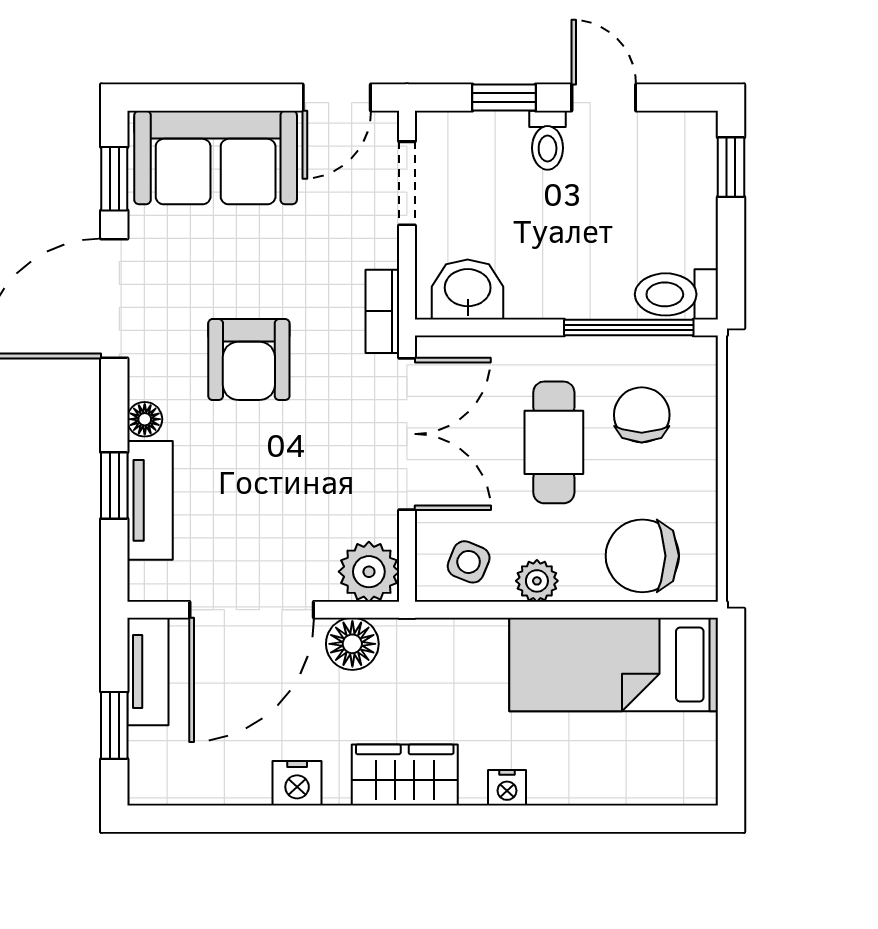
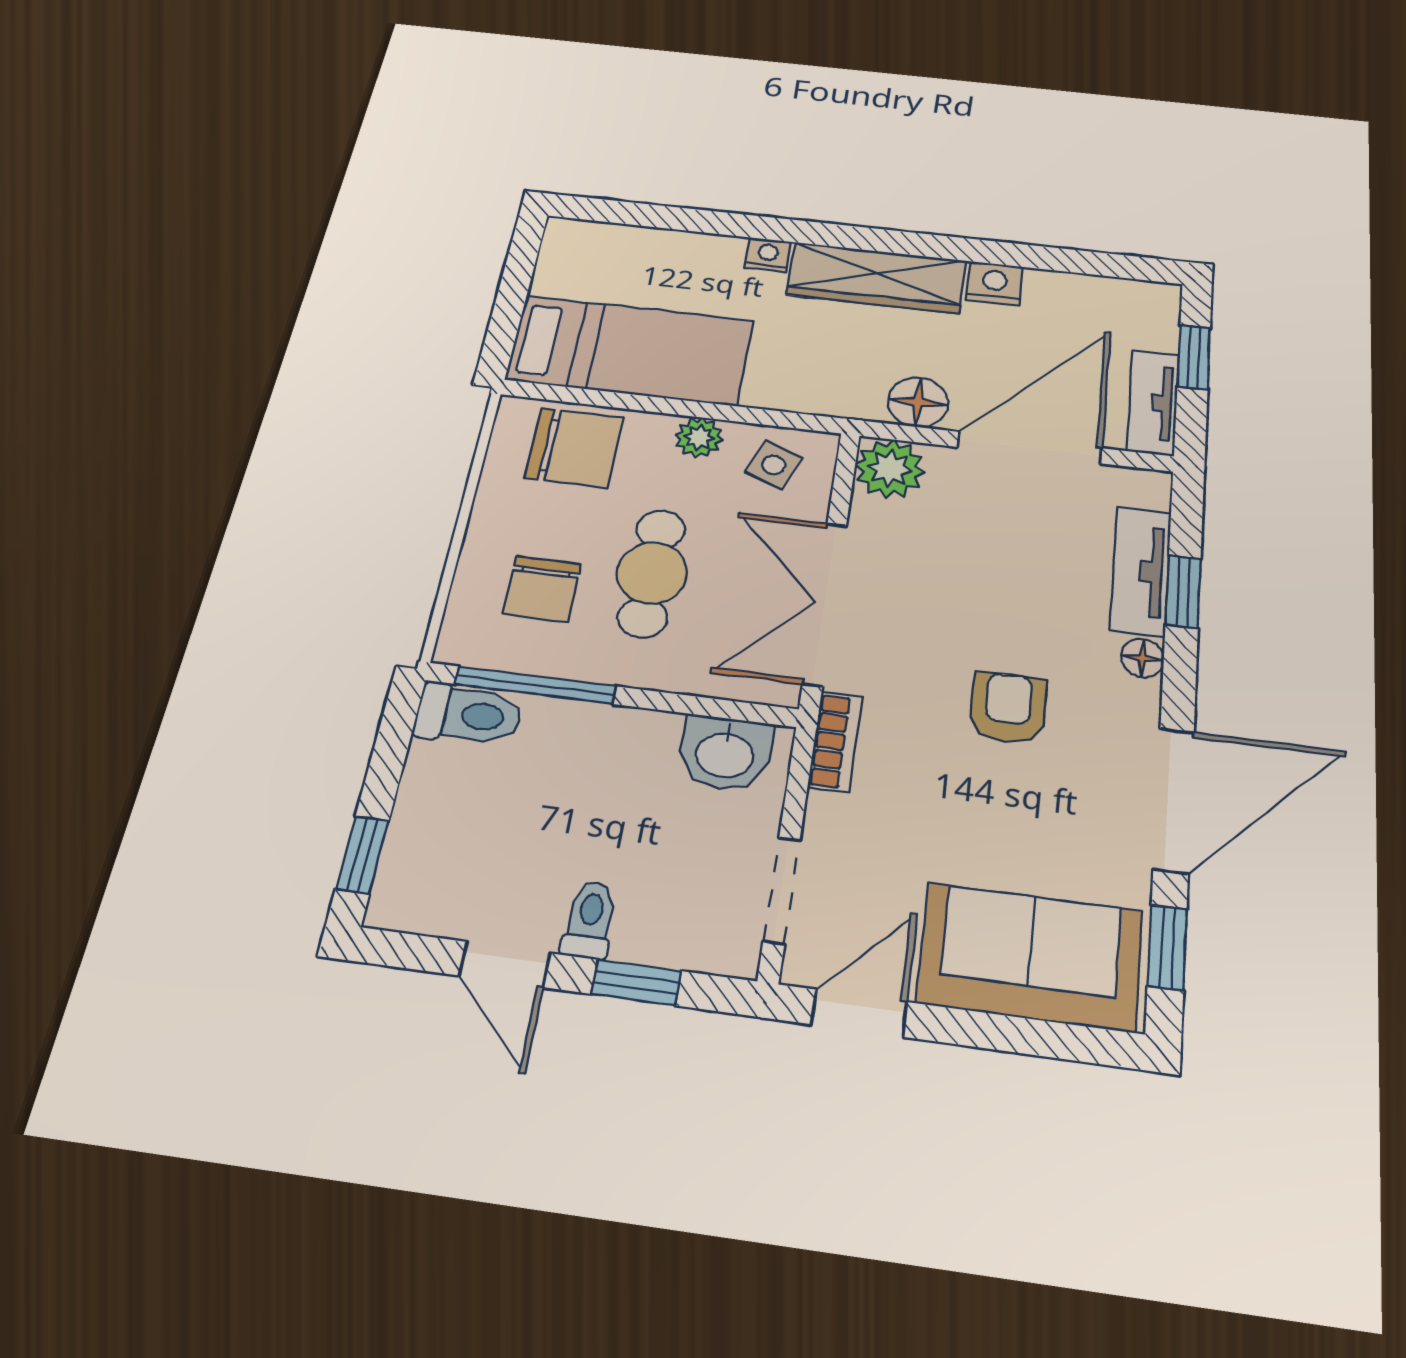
armchair: (249, 360) -> (1008, 708), width x0.72, depth x0.72
wardrobe: (405, 775) -> (876, 278), width x1.50

